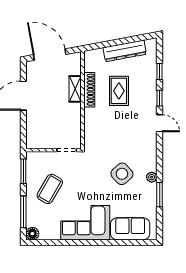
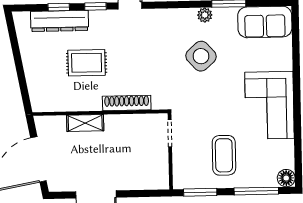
dresser: (125, 51) -> (60, 21), moved, turned 100
shoe rack: (89, 90) -> (127, 103), moved
coffee table: (50, 189) -> (224, 155), turned 60
sofa: (130, 229) -> (265, 22), moved, turned -90

